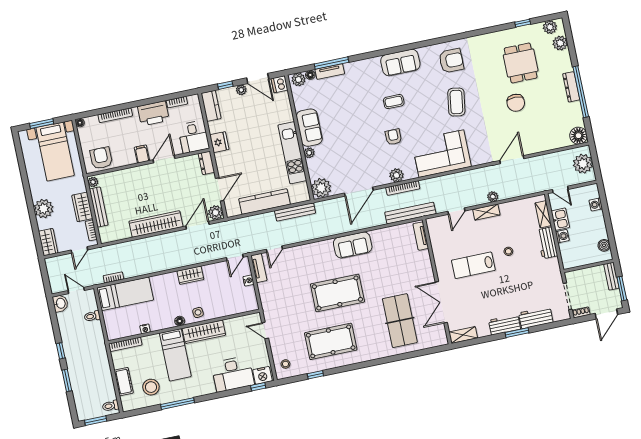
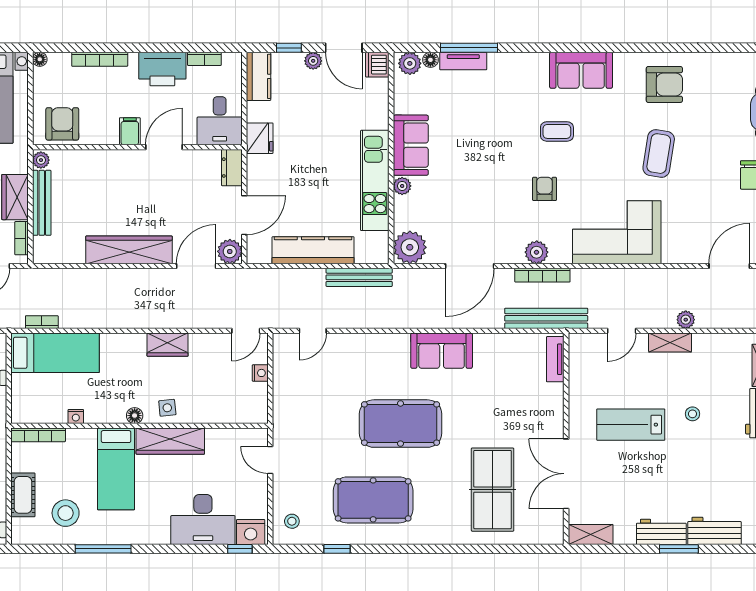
tv unit: (259, 268) -> (281, 356), removed

